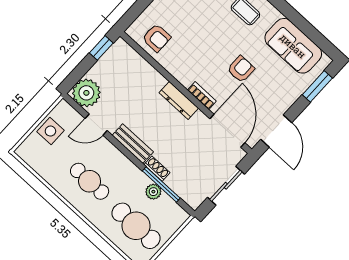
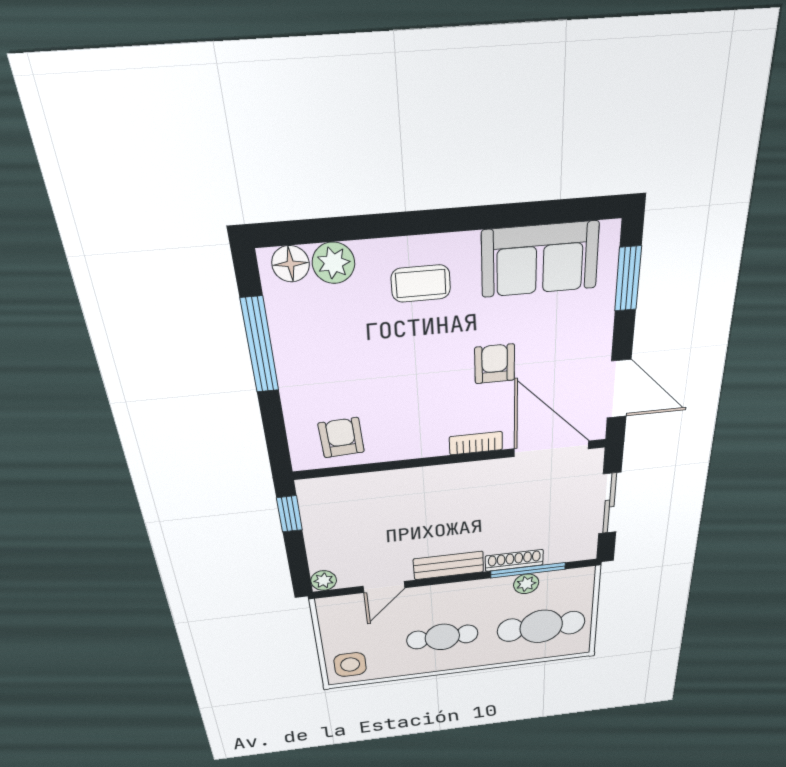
armchair: (156, 38) -> (341, 438), turned -93
plant: (86, 93) -> (324, 581), width x0.53, depth x0.53
dresser: (179, 100) -> (453, 475), removed
side table: (50, 131) -> (350, 665), moved
shoe rack: (157, 169) -> (514, 560), width x1.43

